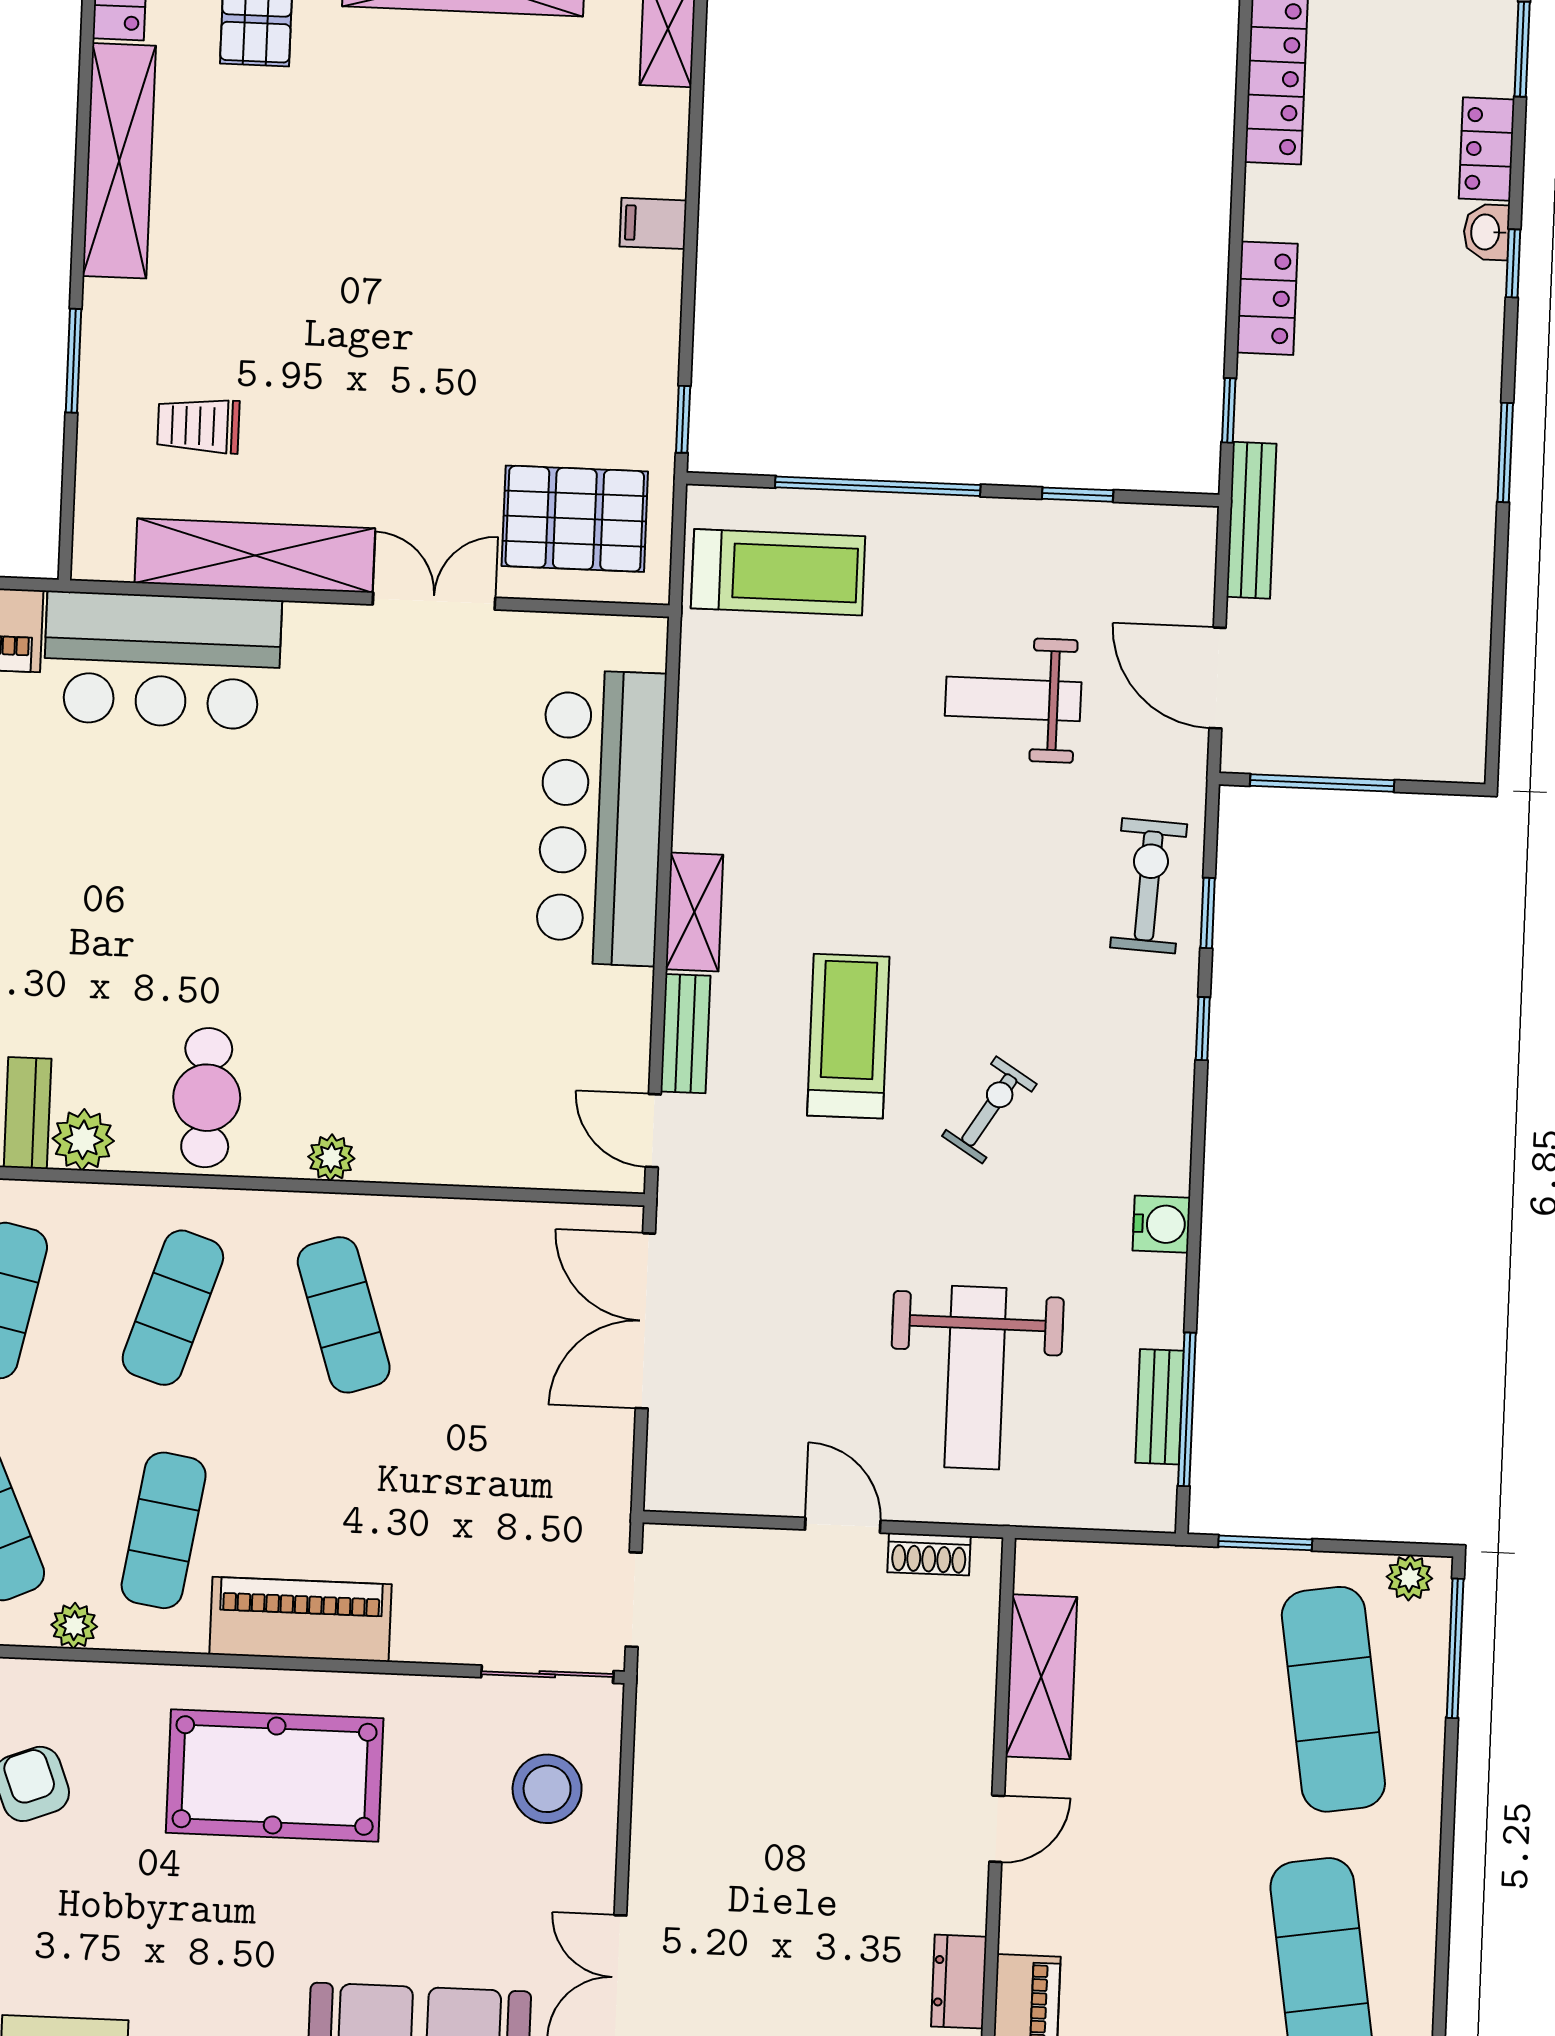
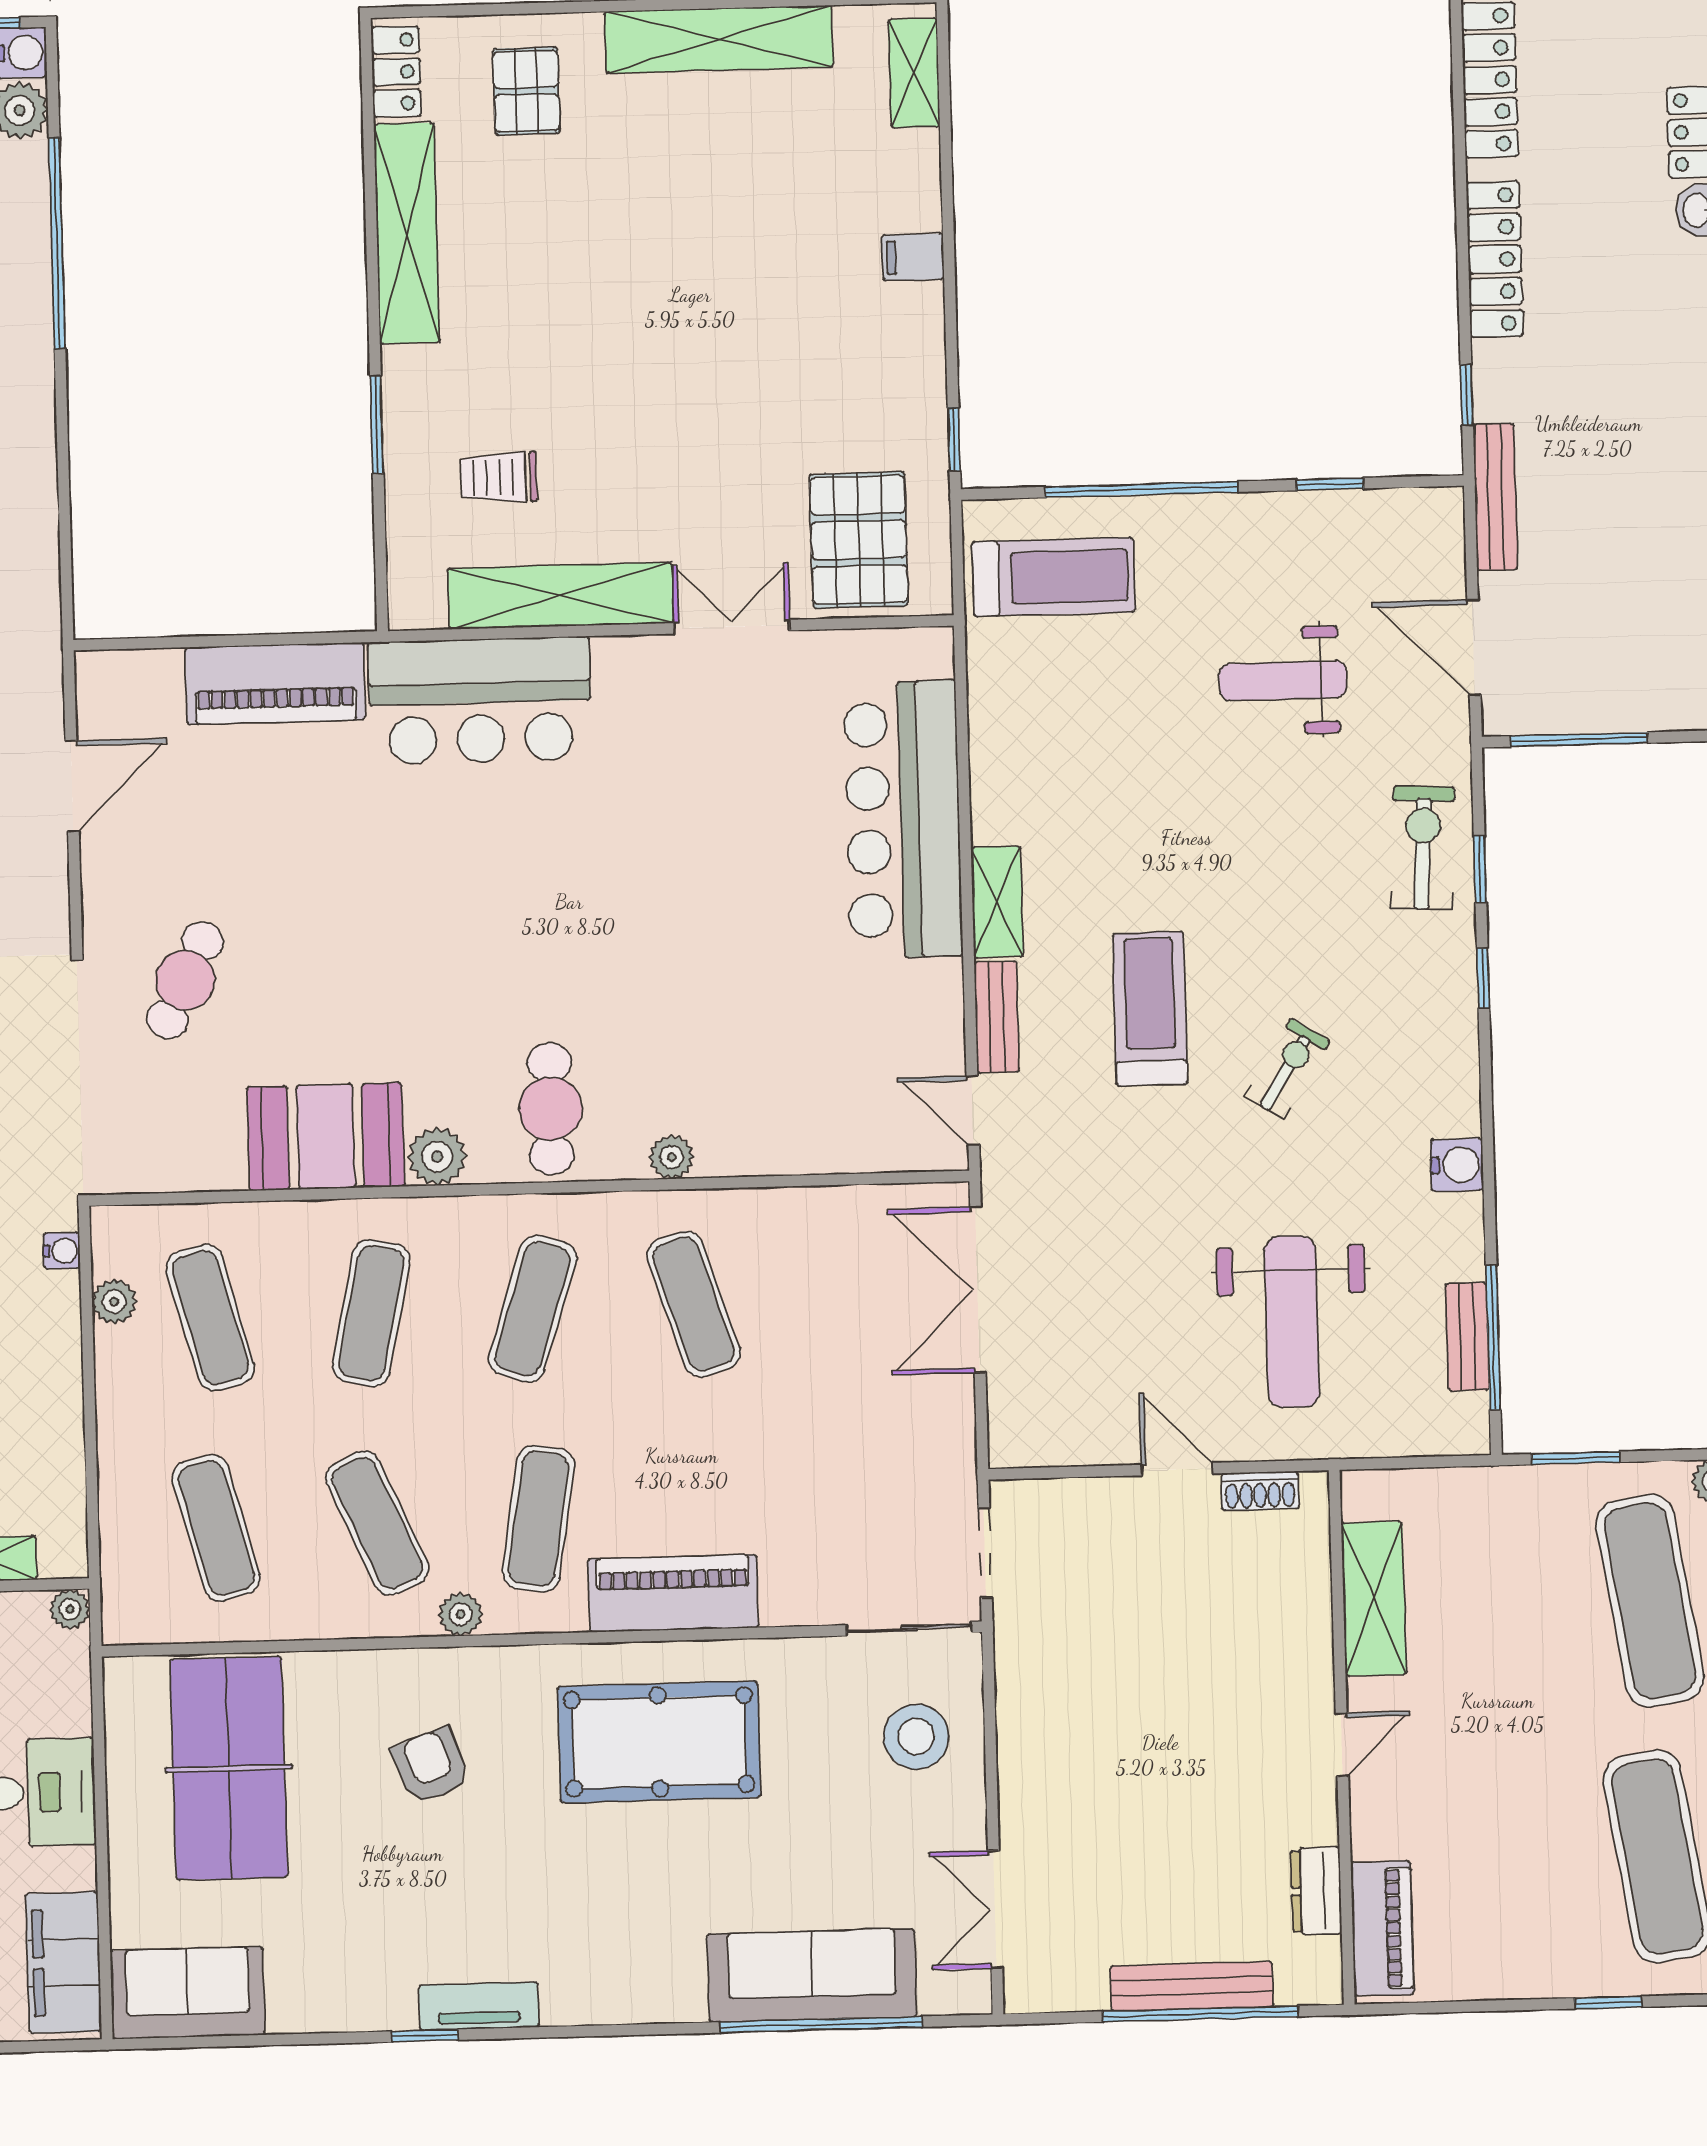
locker: (1267, 298) -> (1495, 259), width x1.53
pallet: (575, 519) -> (859, 540), turned 90

